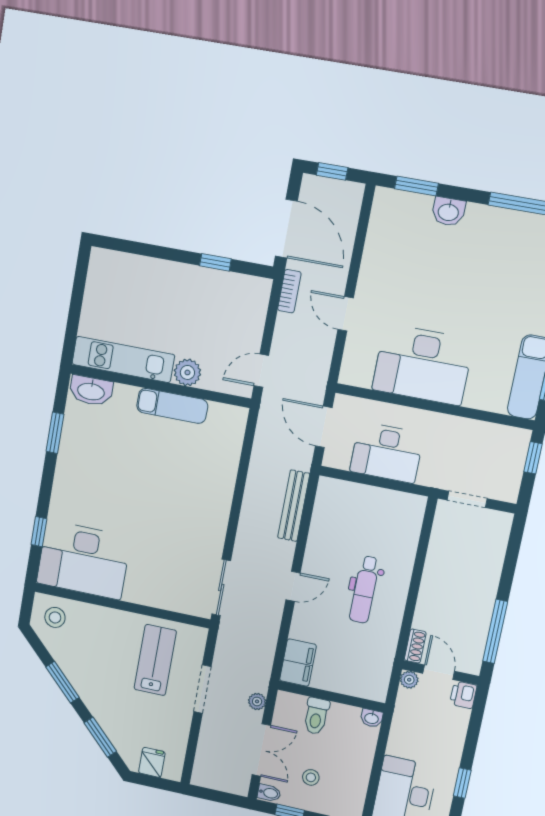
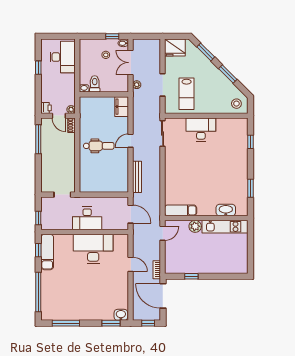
washbasin: (448, 212) -> (121, 315), moved
washbasin: (91, 391) -> (226, 210), moved
exam couch: (172, 406) -> (181, 210), moved
desk: (387, 452) -> (87, 218), moved, turned 180
desk: (84, 560) -> (201, 129), moved, width x0.73, depth x0.77
dental chair: (364, 590) -> (99, 146), turned 90
toilet: (316, 716) -> (95, 84), moved
fridge: (152, 762) -> (175, 48), width x1.88, depth x1.34

